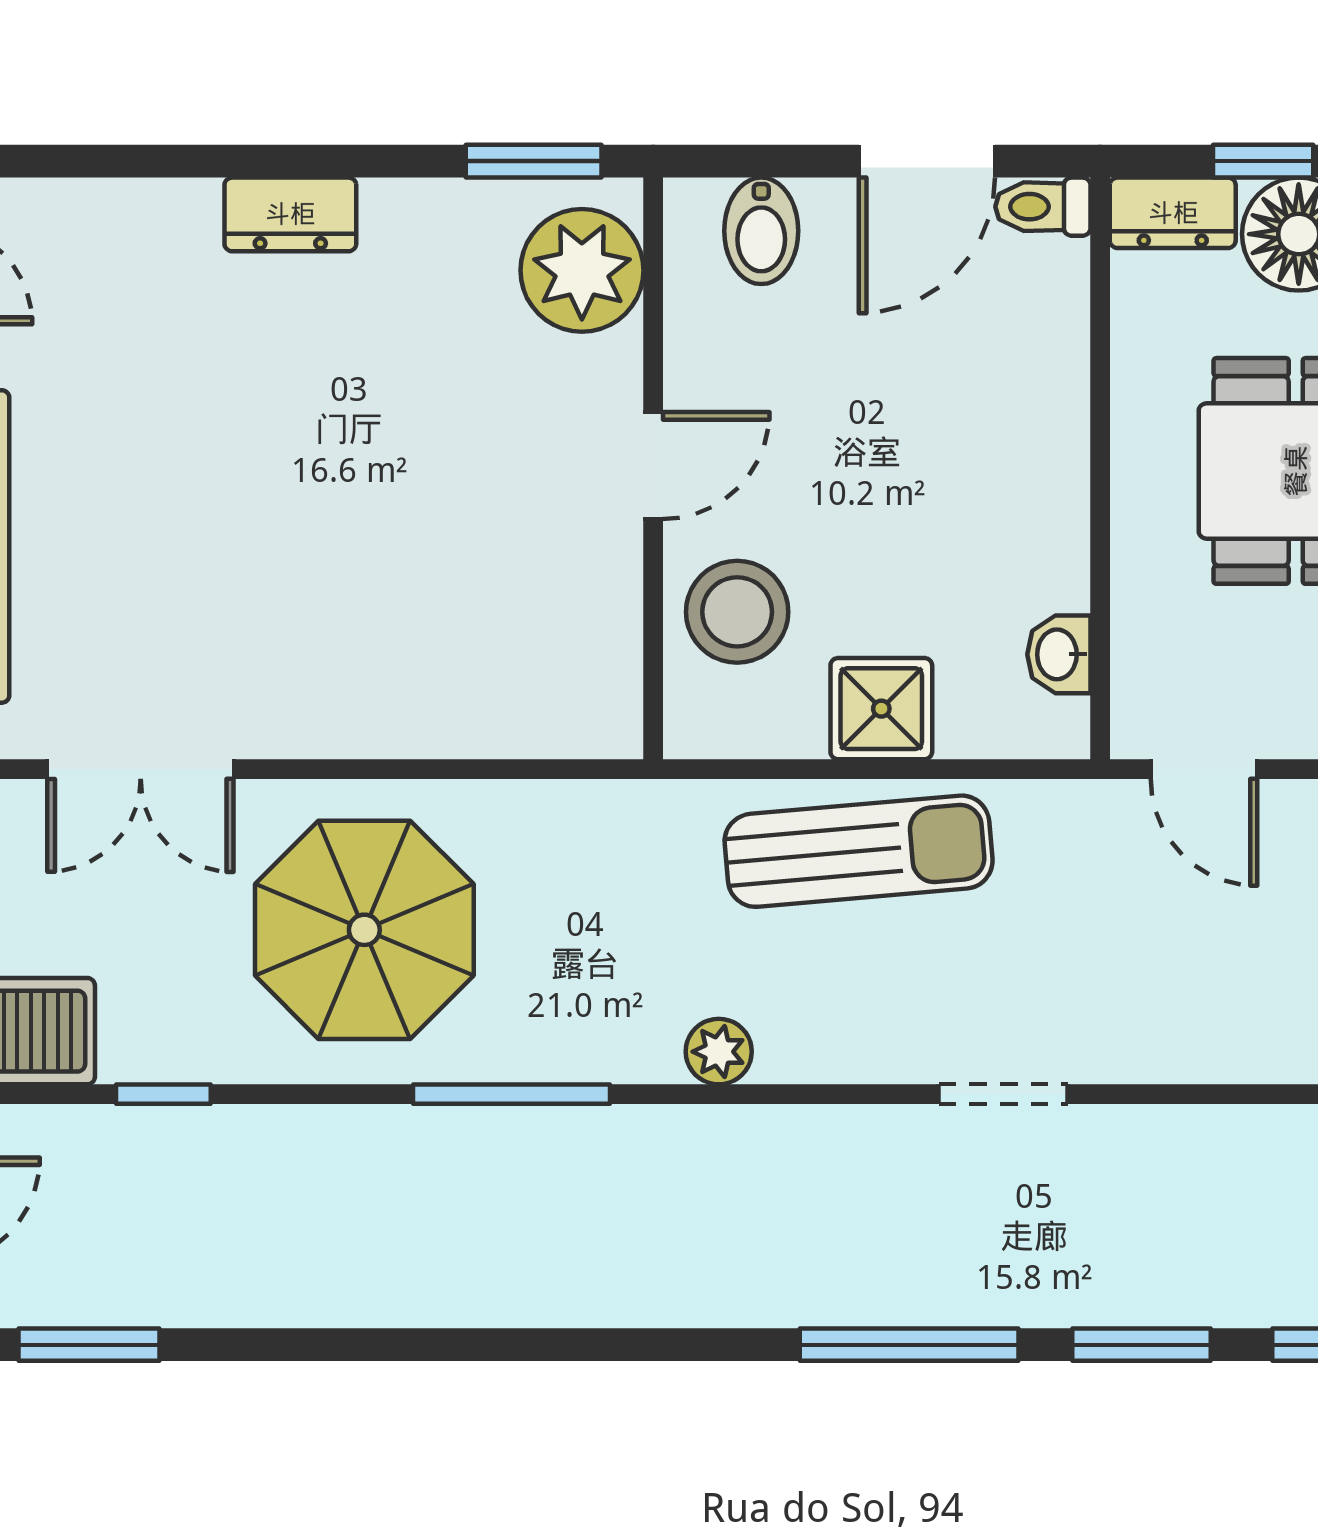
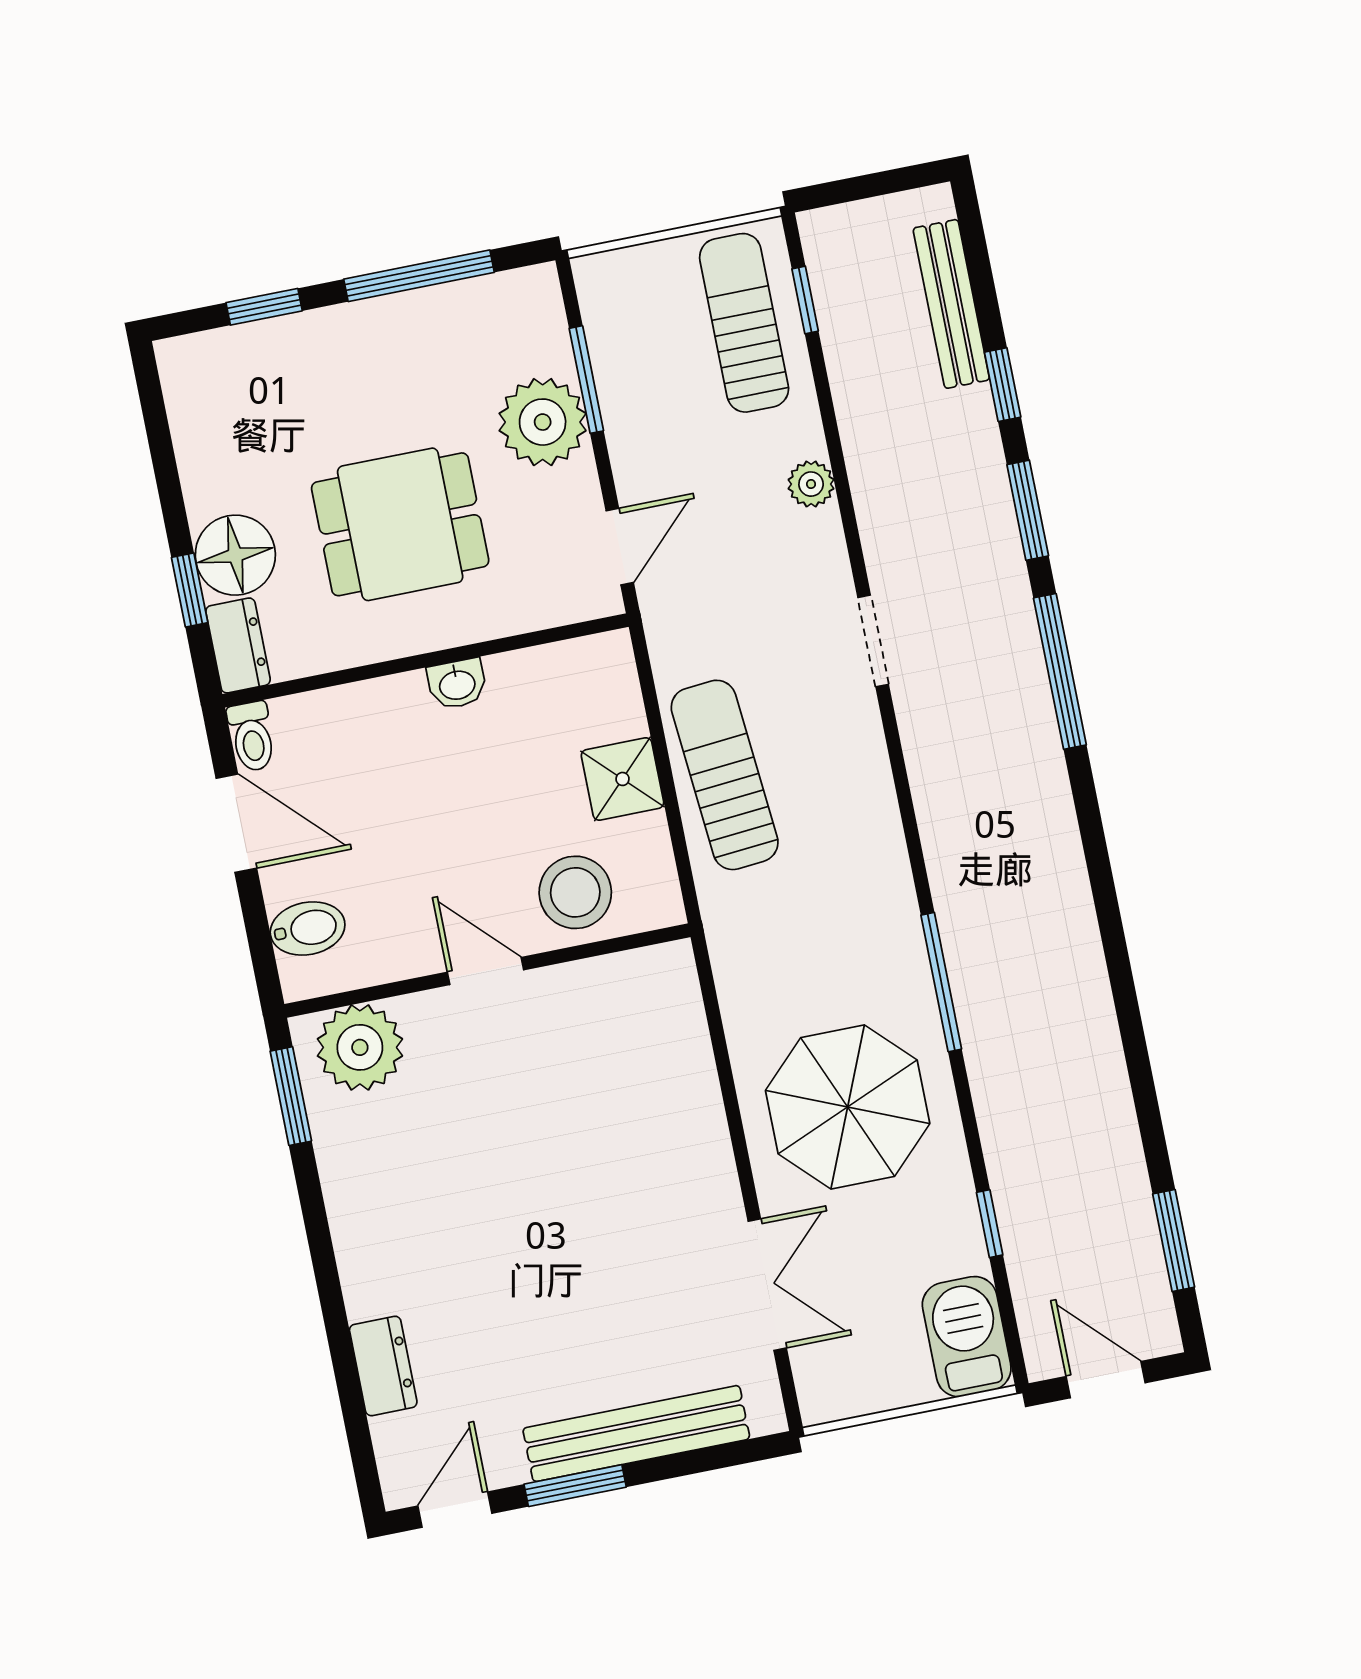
dresser: (290, 214) -> (383, 1366), moved
washbasin: (1059, 654) -> (457, 684), moved
plant: (719, 1052) -> (811, 484), moved

